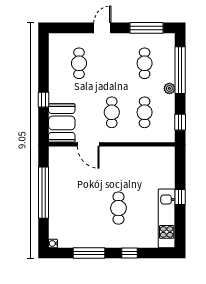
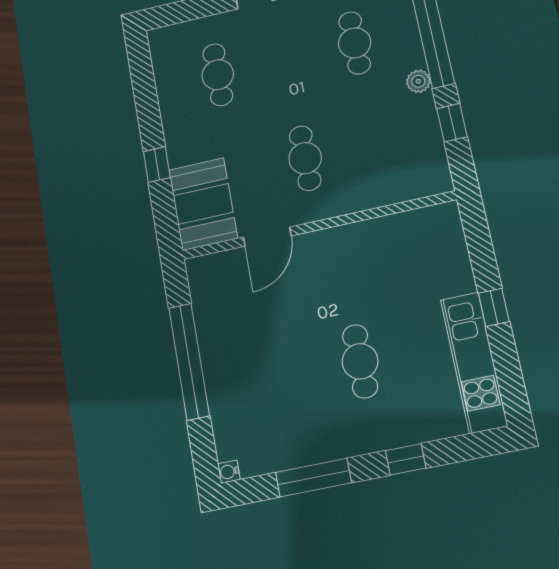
cafe table: (145, 112) -> (375, 142), removed
window: (180, 122) -> (452, 123), moved
door: (88, 144) -> (267, 237), hinge flipped

